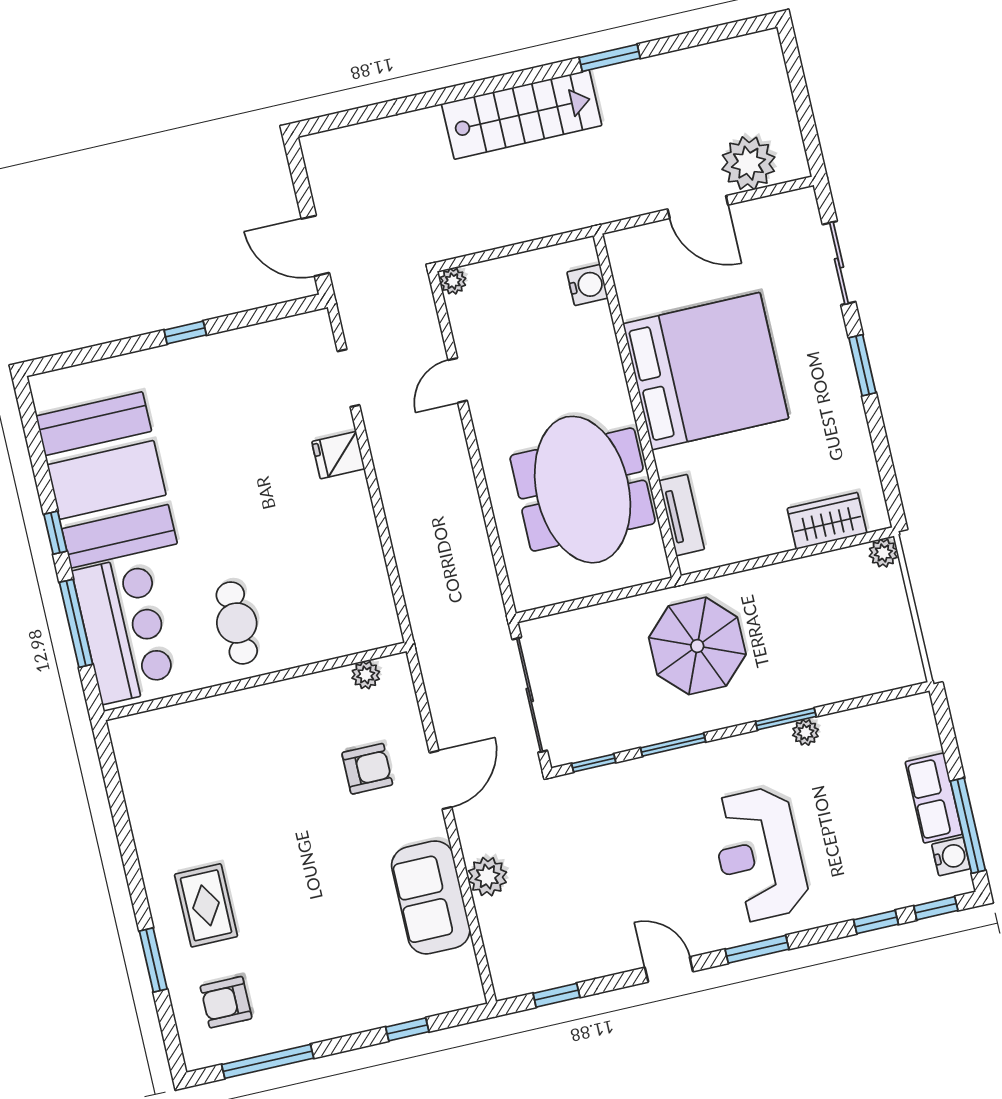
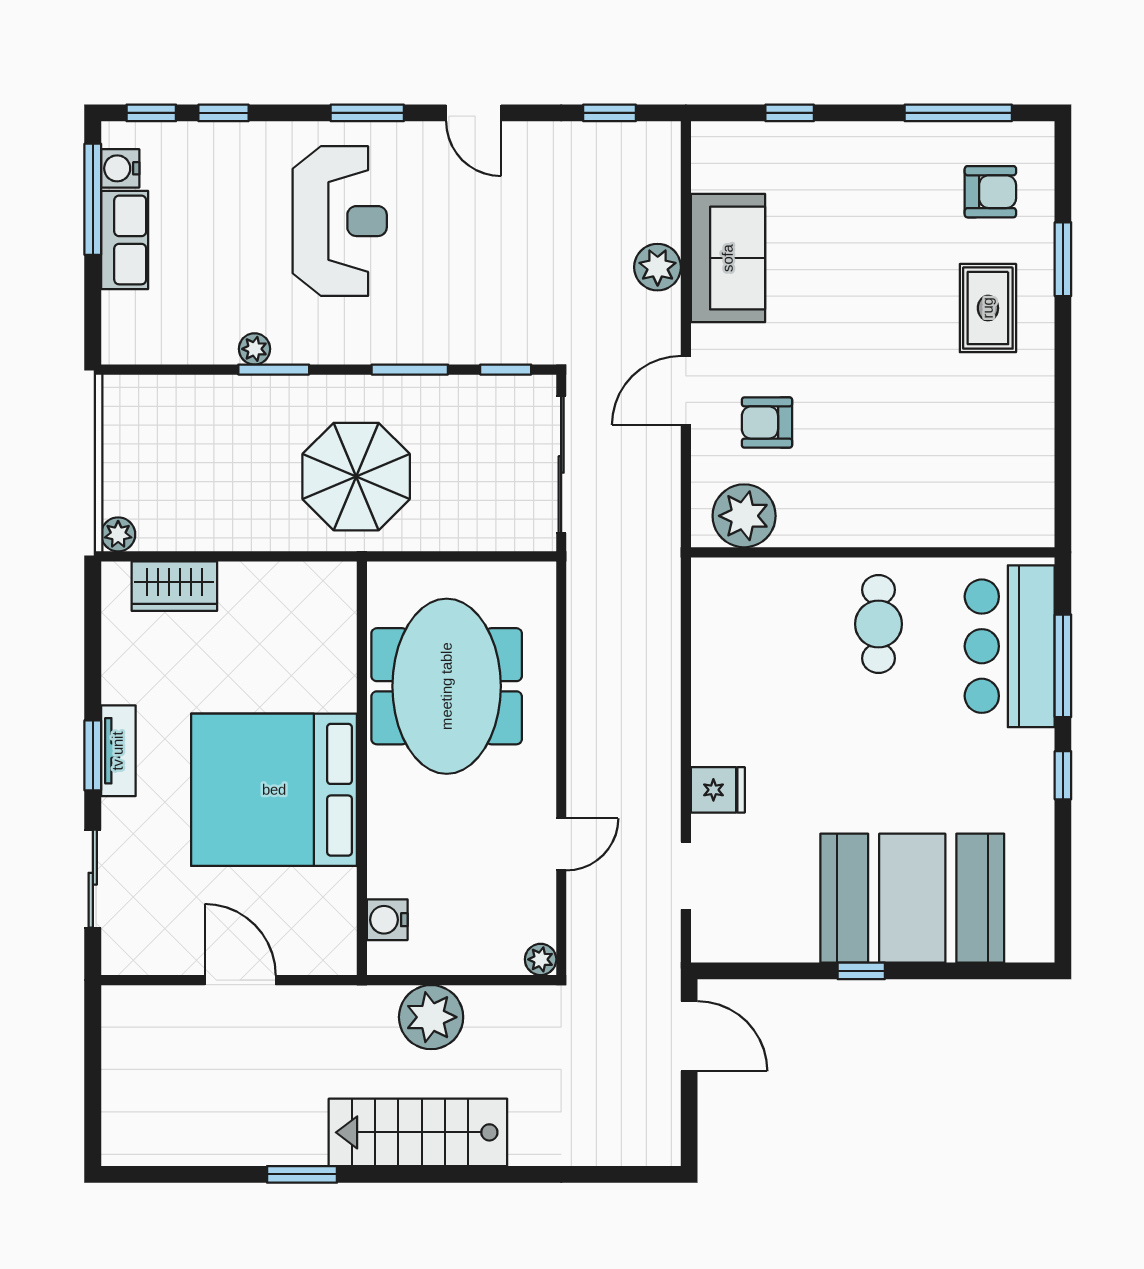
plant: (748, 163) -> (431, 1017), moved
booth: (107, 480) -> (912, 898), moved, turned 90
tv unit: (682, 515) -> (118, 751), moved, turned 180
plant: (366, 675) -> (744, 516), width x1.88, depth x1.88

